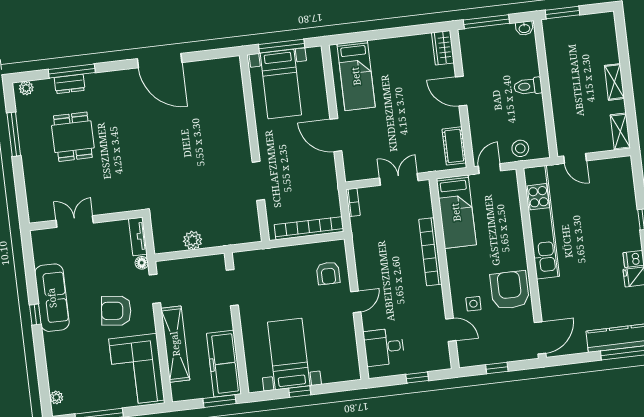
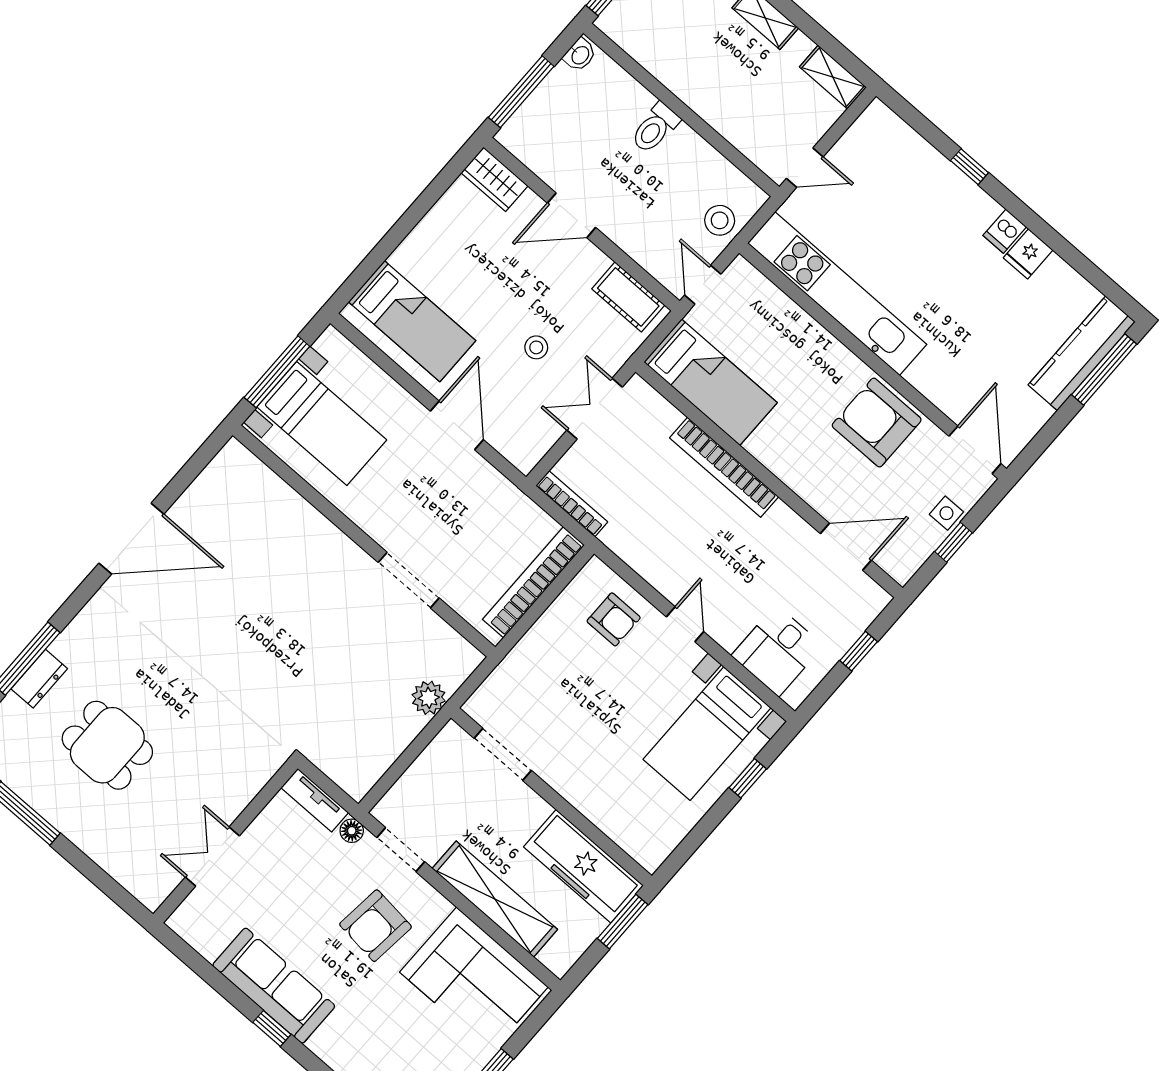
stool: (398, 132) -> (536, 347), added
door: (336, 135) -> (457, 425), swing flipped
bookcase: (353, 202) -> (572, 504), width x1.56
plant: (193, 240) -> (429, 698), moved
side table: (473, 304) -> (946, 513), moved
door: (451, 330) -> (846, 547), width x1.37
bed with nightstands: (289, 354) -> (707, 734), moved, turned -90
window: (300, 391) -> (748, 778), moved

